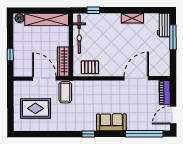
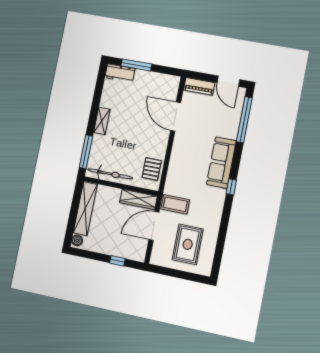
window: (93, 10) -> (86, 152), width x2.17
shelving: (132, 18) -> (102, 121), moved
sofa: (111, 122) -> (221, 163), width x1.36

